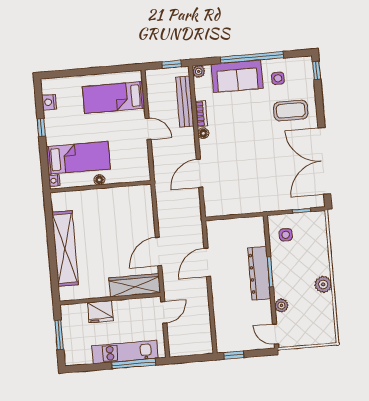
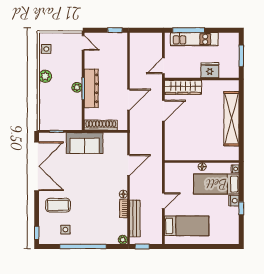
sofa: (237, 76) -> (85, 143), moved, turned 180
nightstand: (49, 102) -> (234, 201), moved
door: (148, 129) -> (163, 201), swing flipped
shoe rack: (242, 224) -> (101, 125), added
side table: (286, 235) -> (46, 49), moved
plant: (281, 306) -> (77, 87), moved

